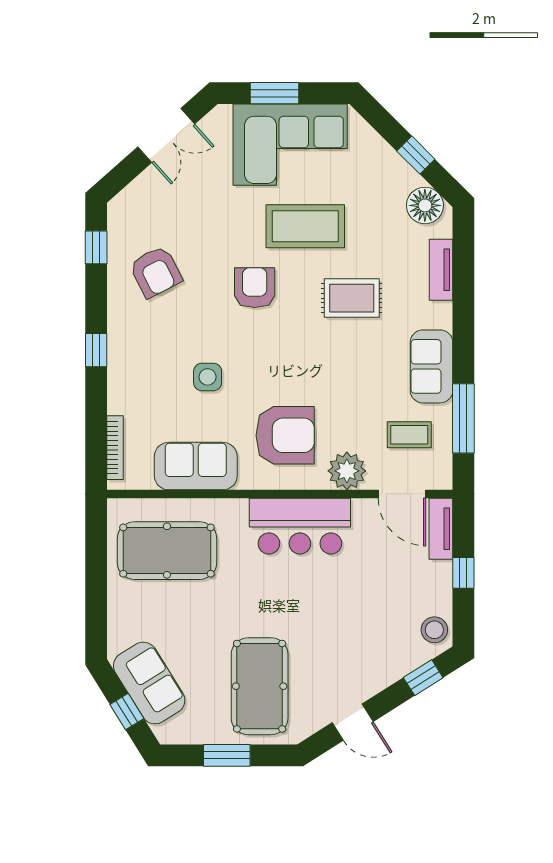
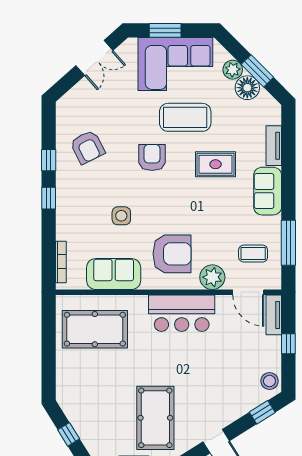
plant: (378, 153) -> (233, 70), added
window: (416, 155) -> (257, 71), width x1.50
floor lamp: (425, 205) -> (247, 88), moved
window: (96, 247) -> (49, 160), moved
sofa: (431, 366) -> (268, 191), moved
sofa: (149, 683) -> (83, 416), removed

